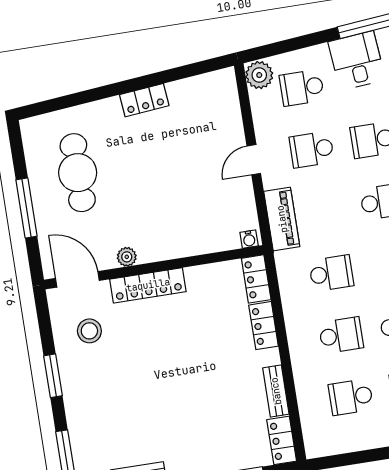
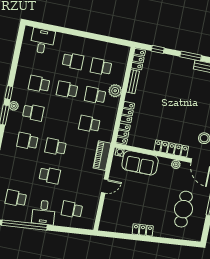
plant: (259, 75) -> (115, 91), moved
school desk: (302, 88) -> (72, 210), turned 180
school desk: (312, 150) -> (78, 181), removed
sofa: (200, 233) -> (140, 163), added
school desk: (351, 397) -> (101, 67), turned 180

